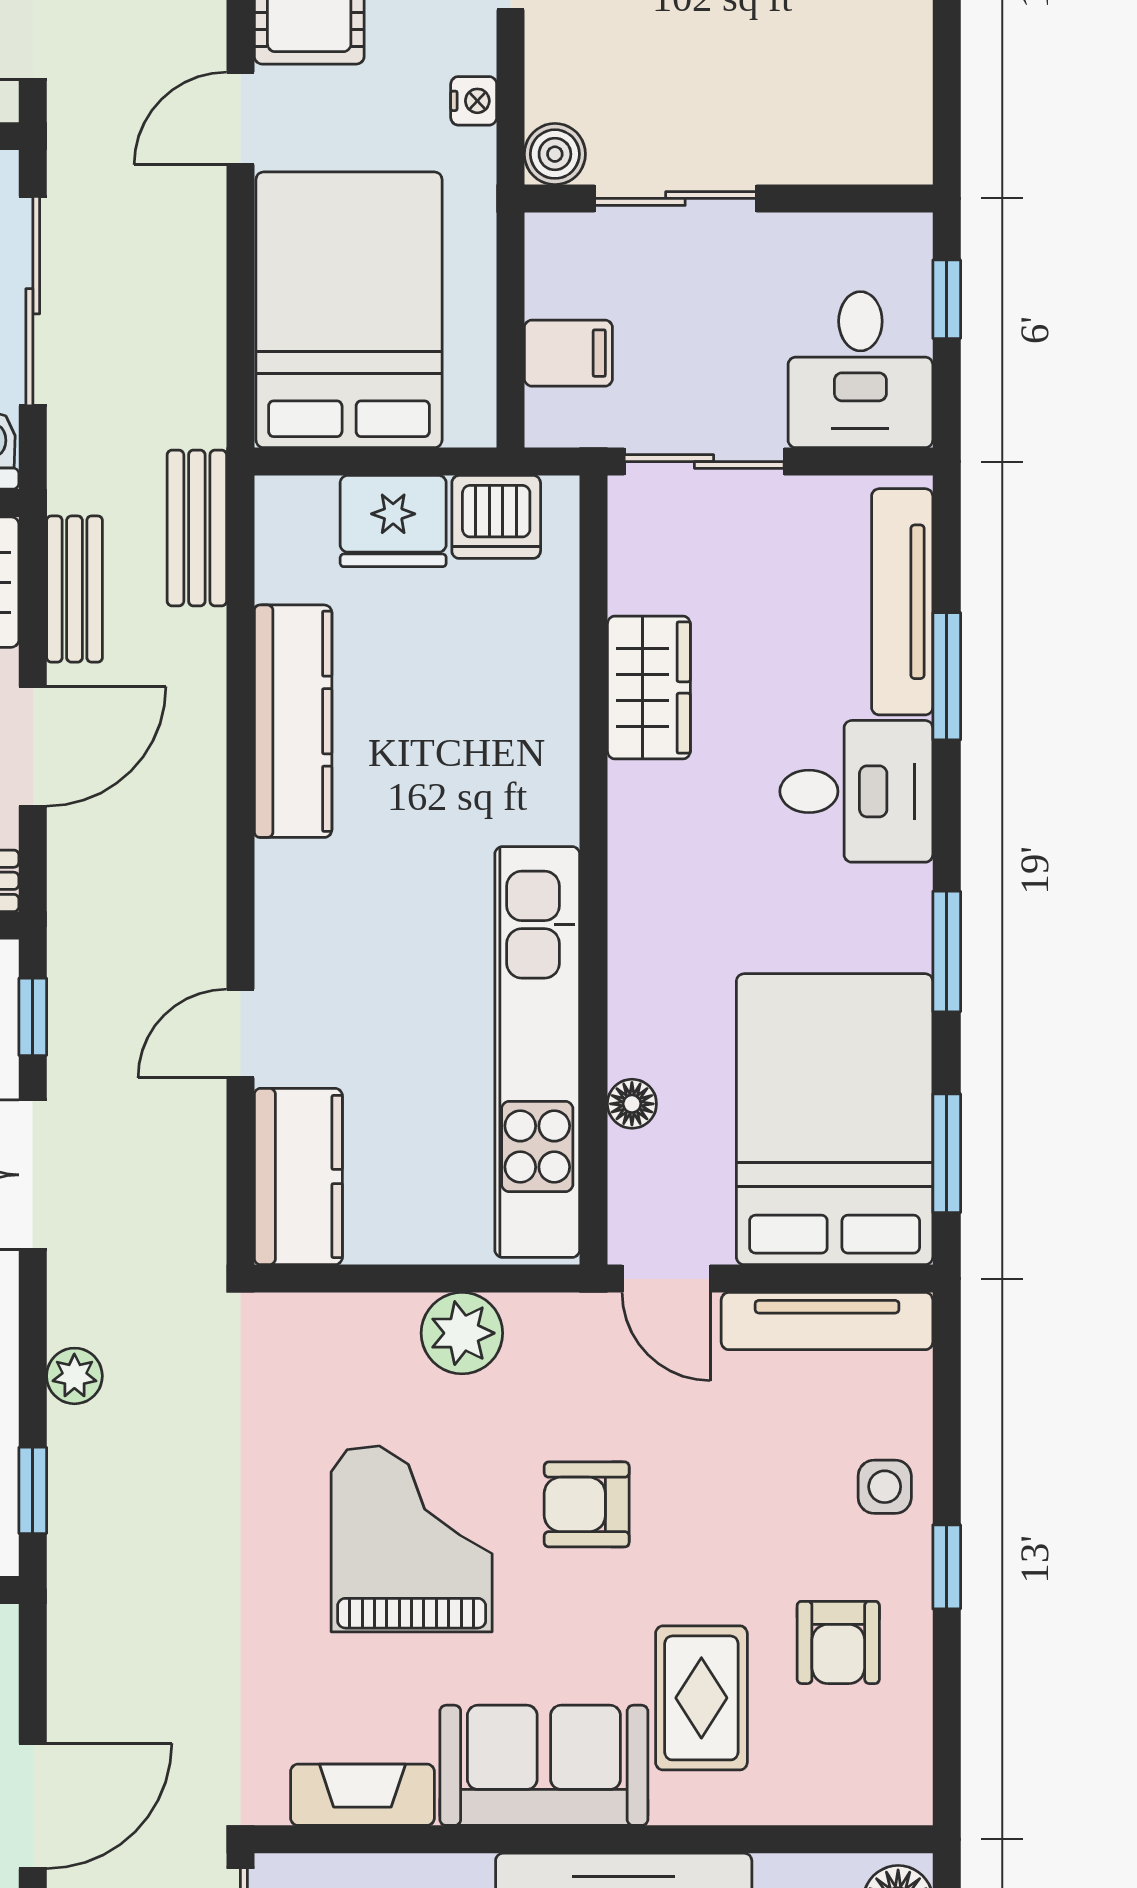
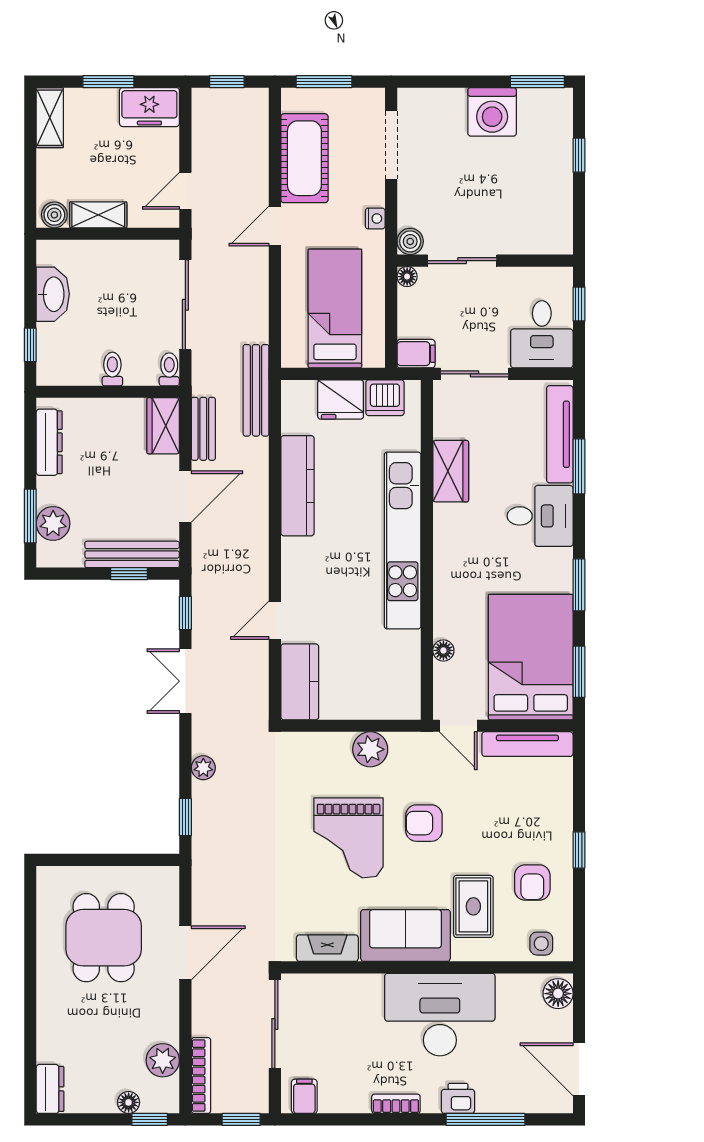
floor lamp: (548, 236) -> (407, 277), added
bed: (349, 310) -> (335, 309), width x0.67
filing cabinet: (568, 353) -> (416, 354), moved
bench: (197, 528) -> (256, 390), width x1.36
kitchen unit: (537, 1052) -> (403, 541), moved
side table: (885, 1487) -> (541, 944), moved
grand piano: (412, 1539) -> (349, 838), turned 180

